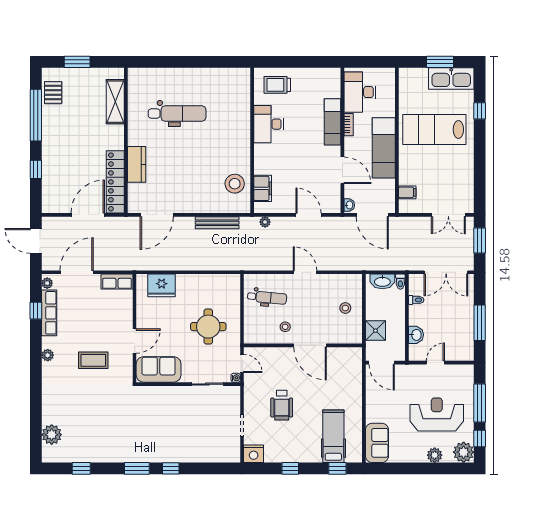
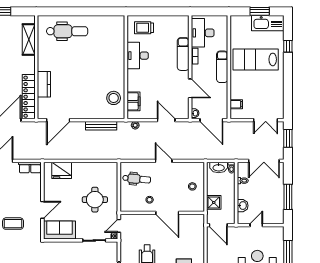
dental chair: (177, 114) -> (67, 31), moved
exam couch: (384, 148) -> (222, 67), width x0.73, depth x0.69
door: (242, 363) -> (119, 226), swing flipped

